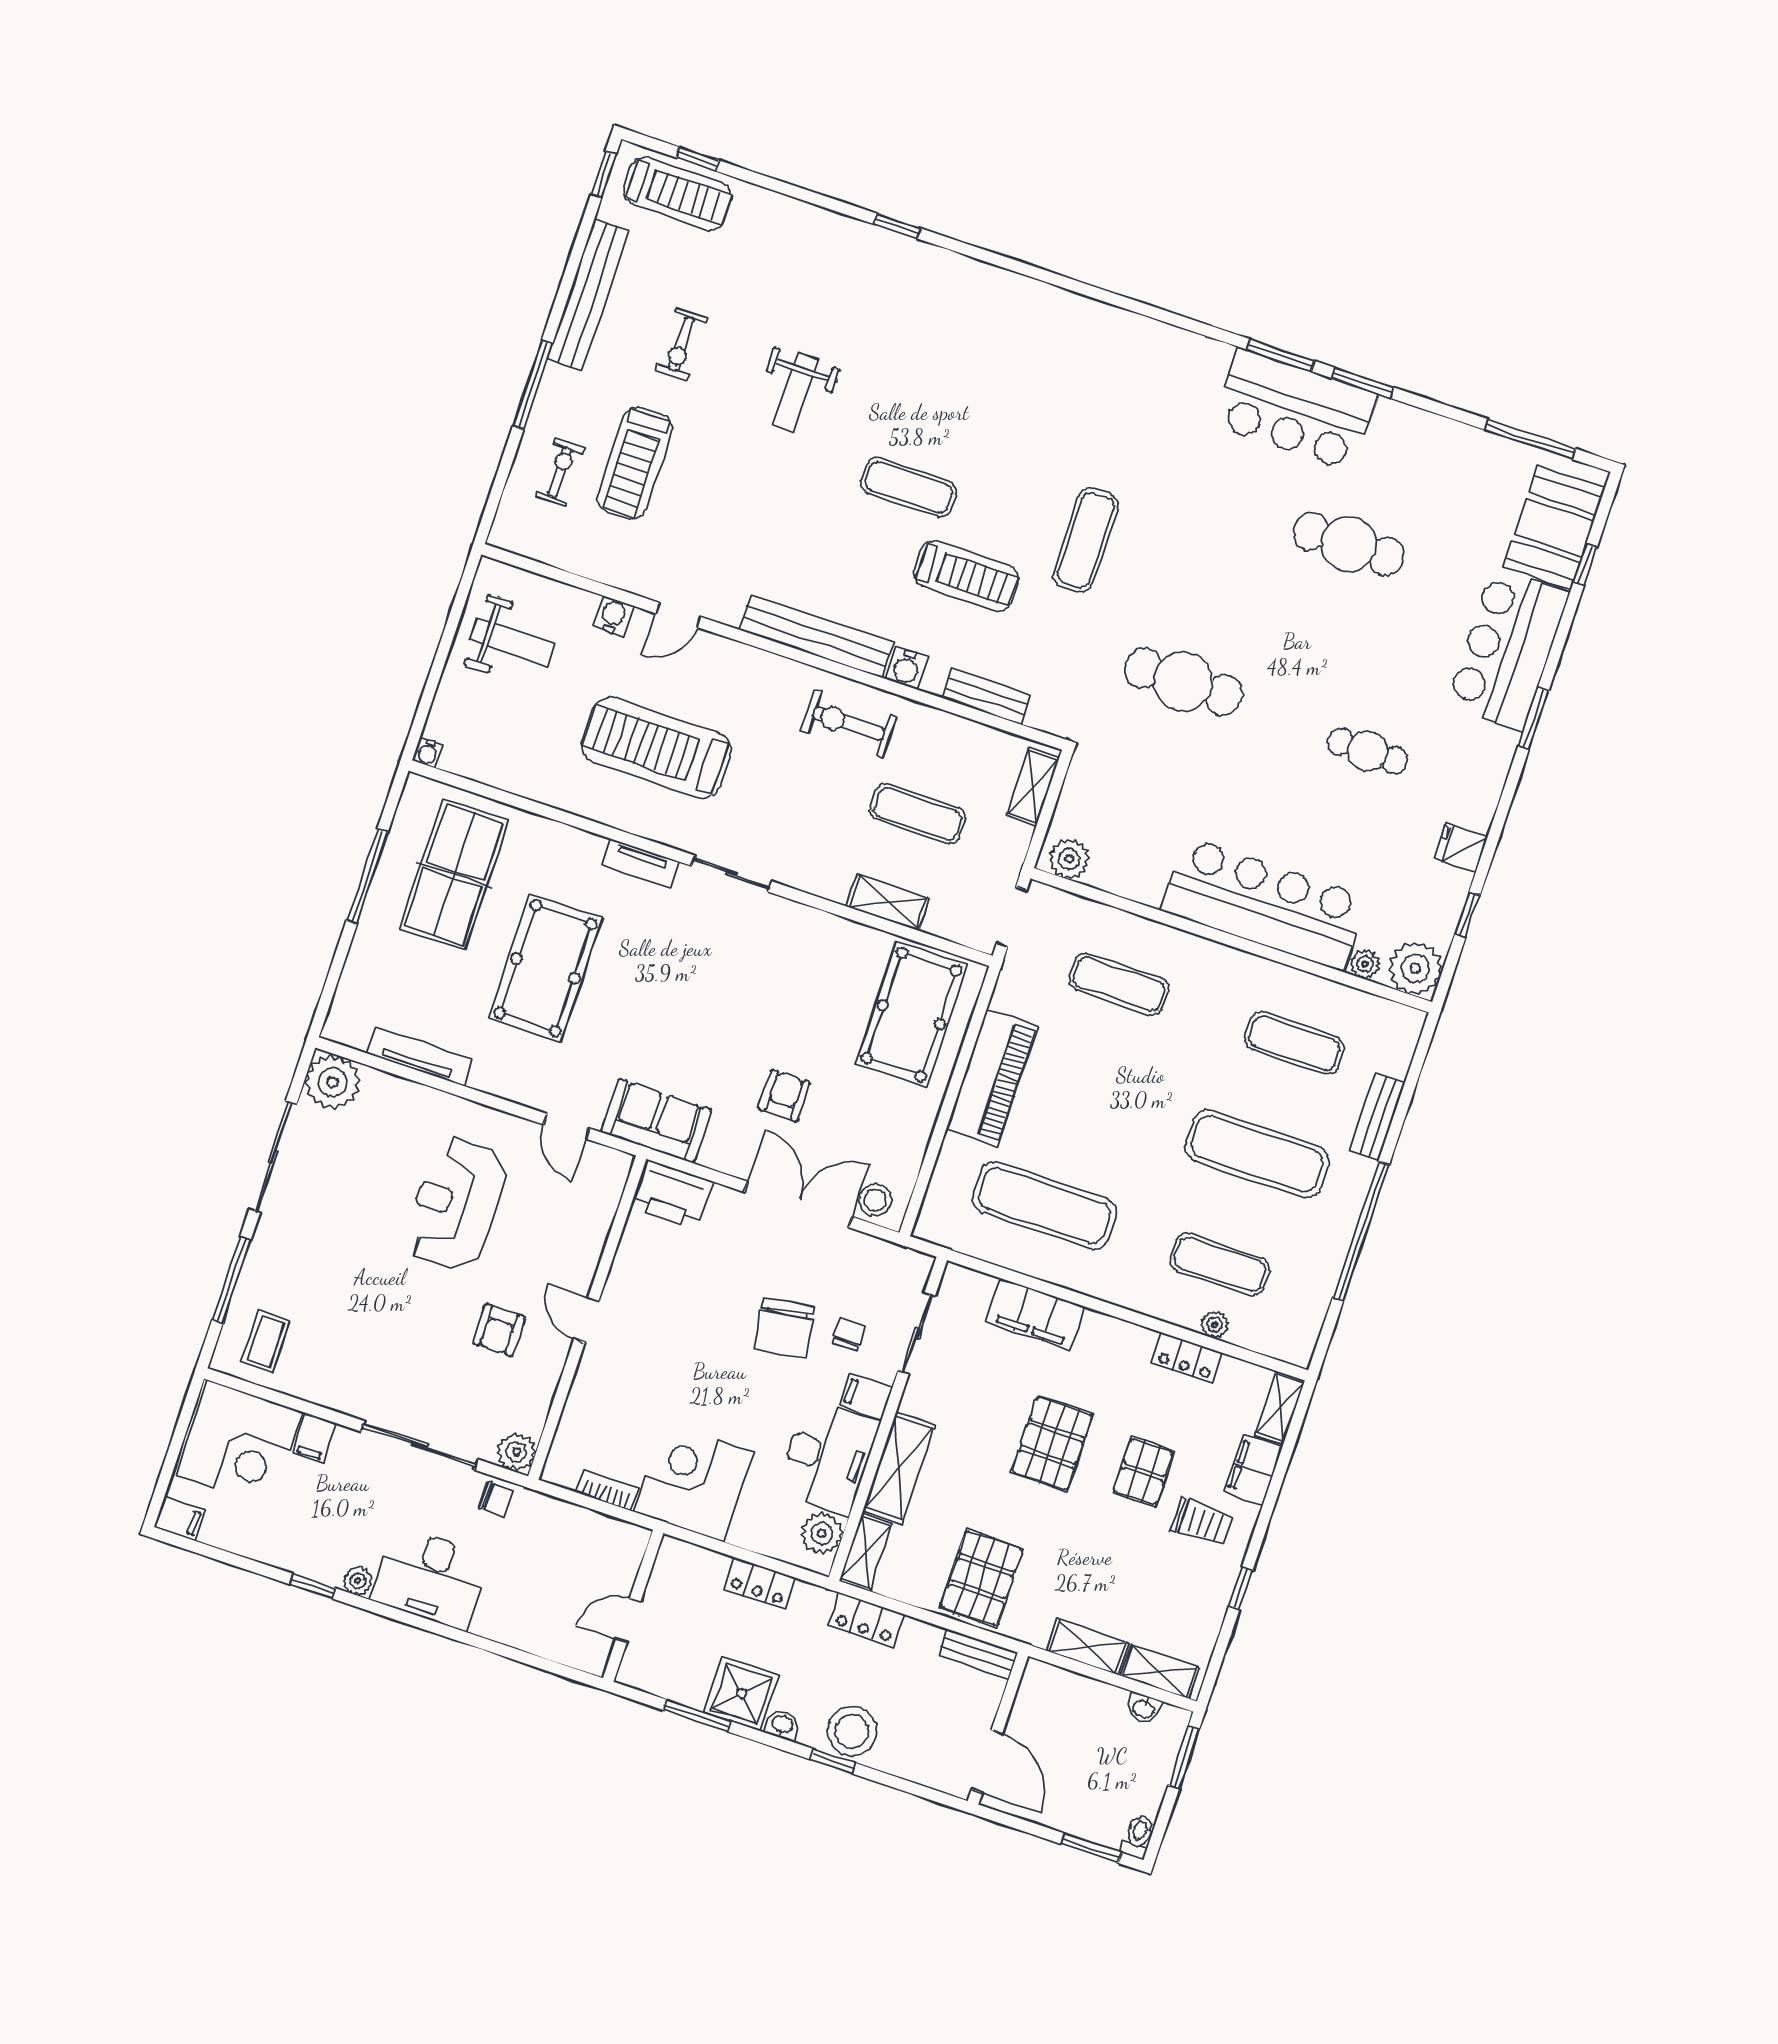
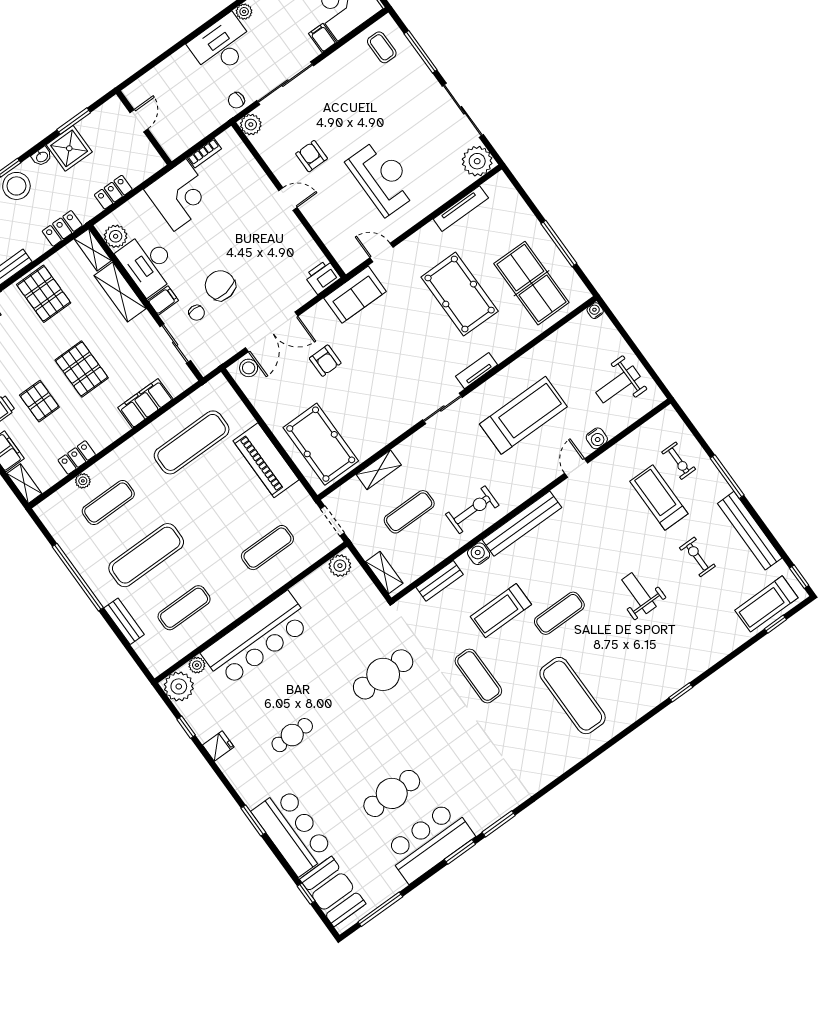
exercise mat: (1015, 382) -> (573, 696), added
bar counter: (1296, 409) -> (429, 842), moved
printer: (672, 1194) -> (323, 277), width x0.73, depth x0.84

